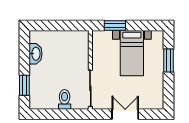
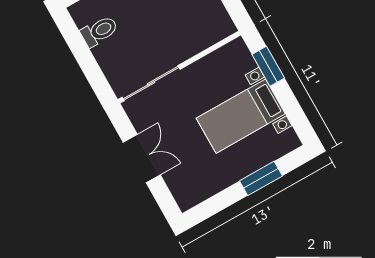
toilet: (65, 99) -> (99, 31), moved

